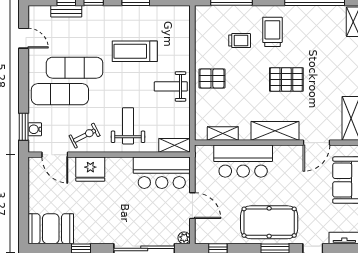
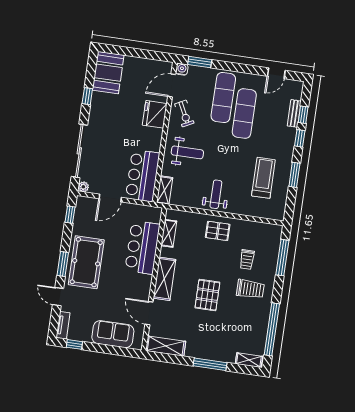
treadmill: (135, 51) -> (263, 178), moved
pallet: (212, 78) -> (218, 231), turned 90
water cooler: (35, 129) -> (182, 69), moved

